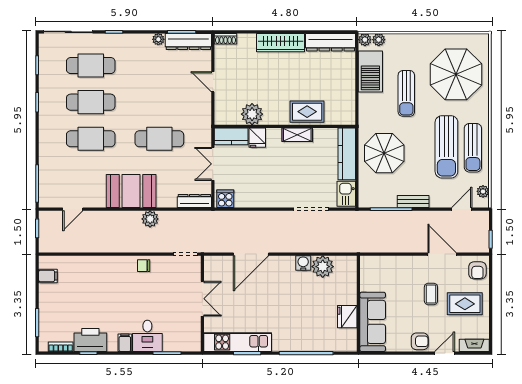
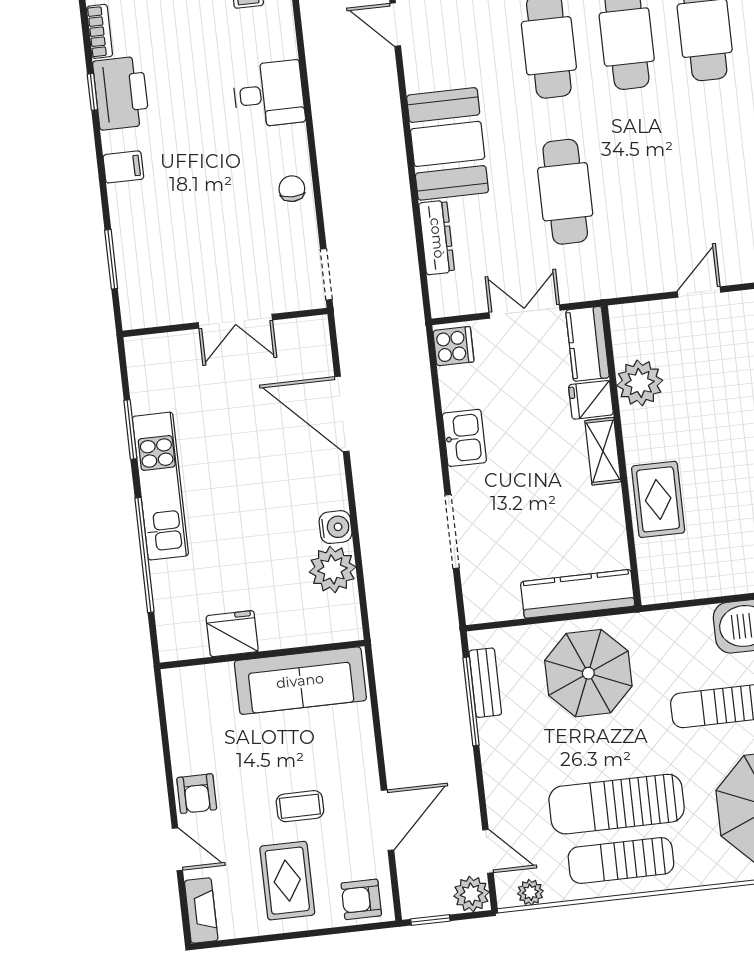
shelving: (297, 135) -> (603, 451), moved
kitchen sink: (346, 194) -> (464, 438), moved, turned 90
dresser: (194, 201) -> (437, 238), moved
bench: (413, 202) -> (485, 683), moved
plant: (150, 219) -> (471, 894), moved
sofa: (373, 322) -> (300, 681), moved
desk: (147, 336) -> (269, 94), moved, turned 180
kitchen unit: (238, 342) -> (160, 486), moved

